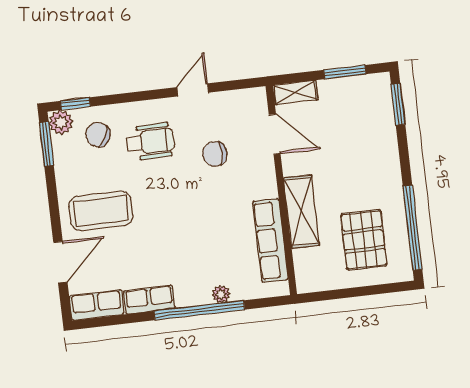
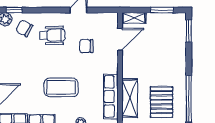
door: (275, 134) -> (120, 39), hinge flipped
coffee table: (101, 211) -> (61, 87), moved
shelving: (302, 212) -> (130, 98), moved

